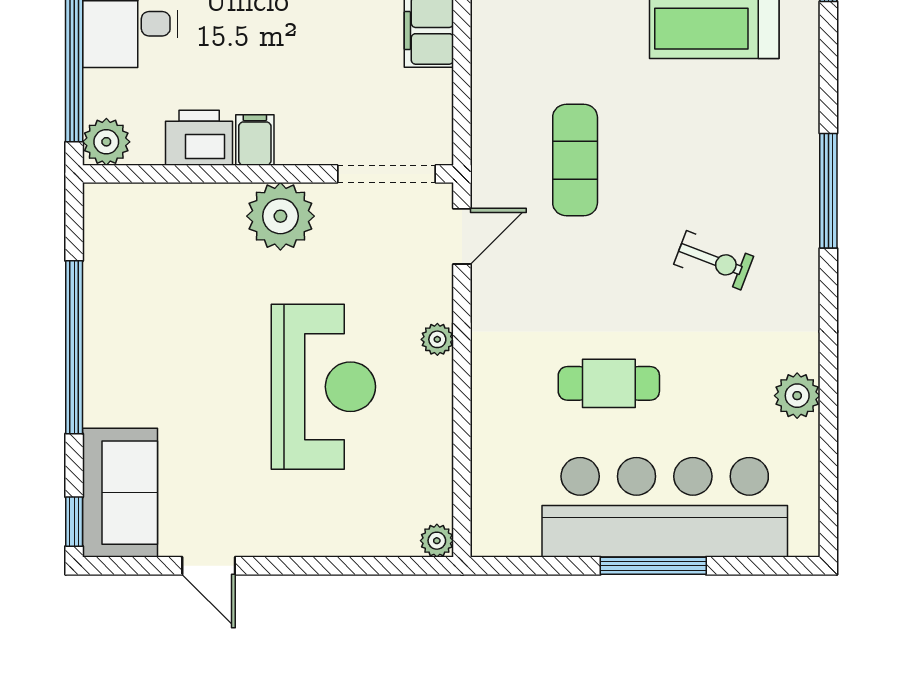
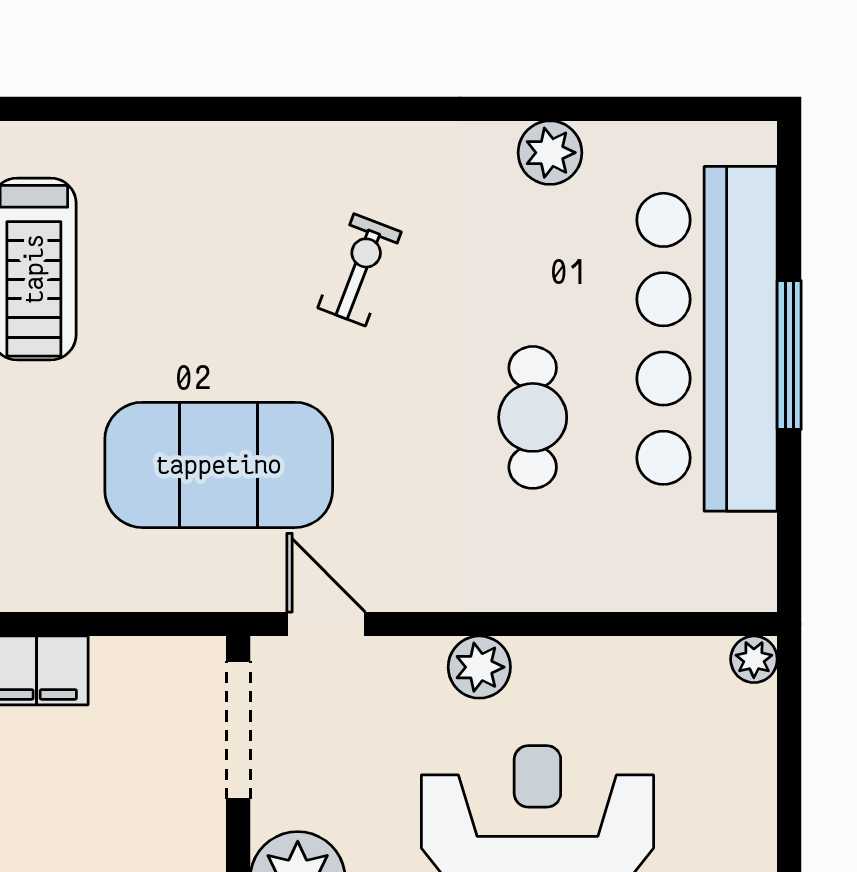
exercise mat: (575, 160) -> (219, 465), width x2.00, depth x1.45
window: (828, 191) -> (262, 109), removed
plant: (437, 339) -> (479, 667), width x1.38, depth x1.38

